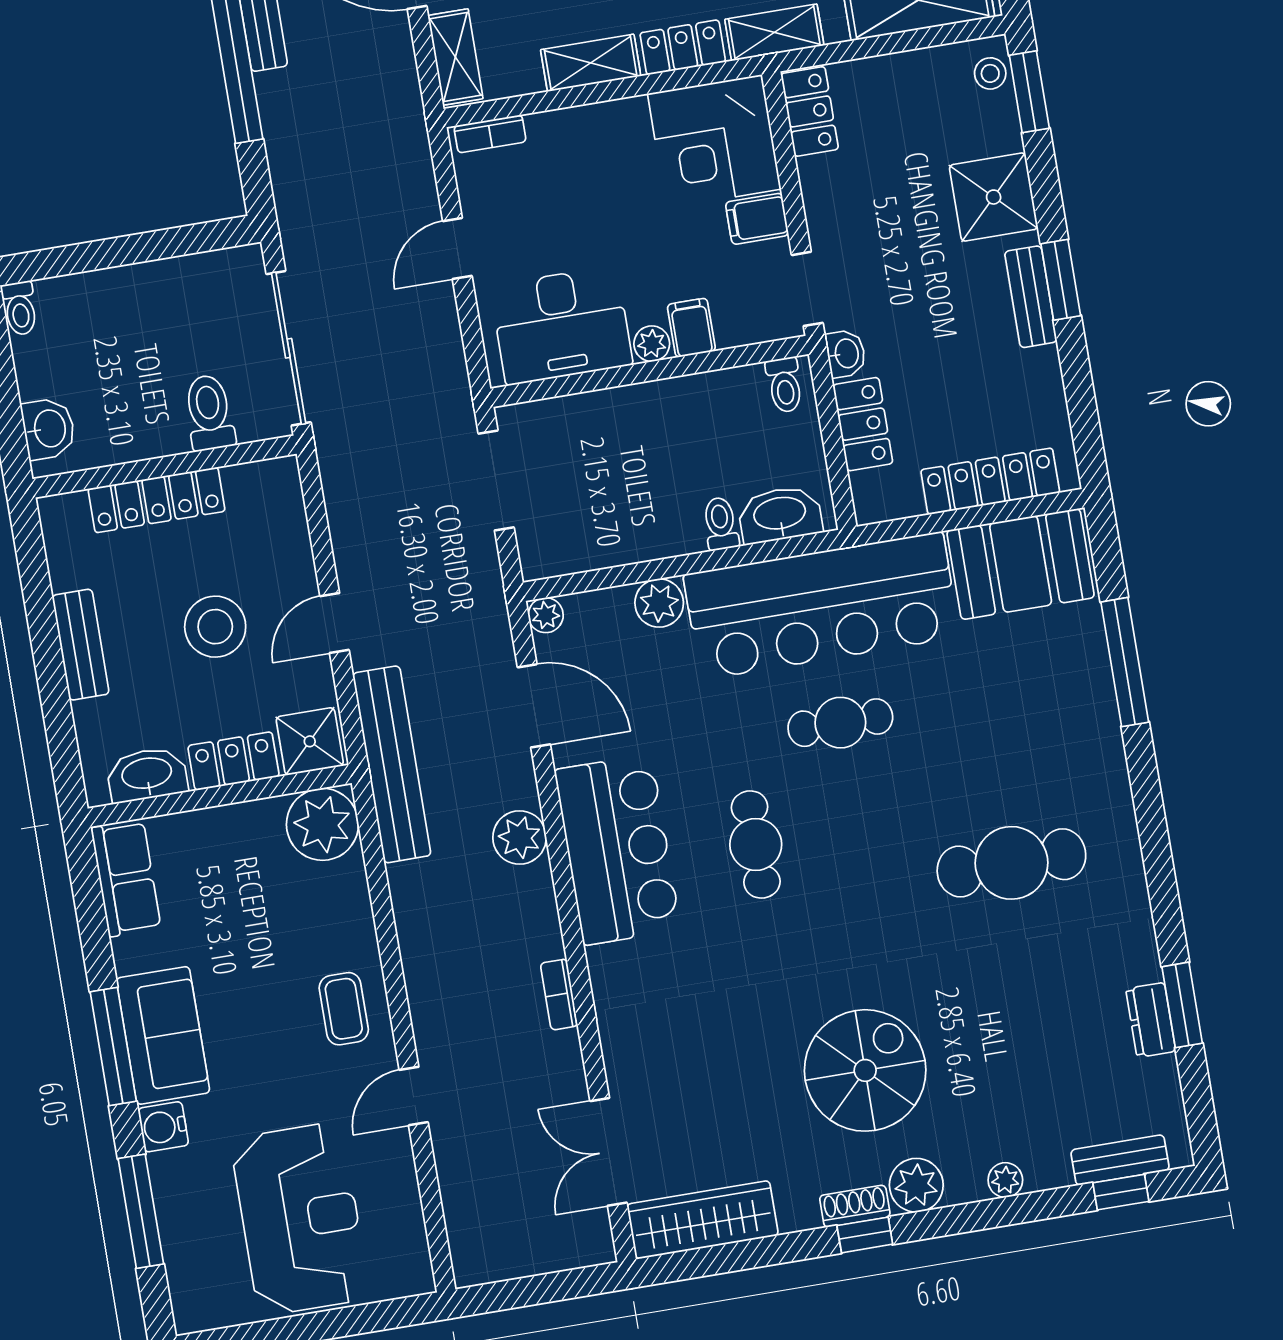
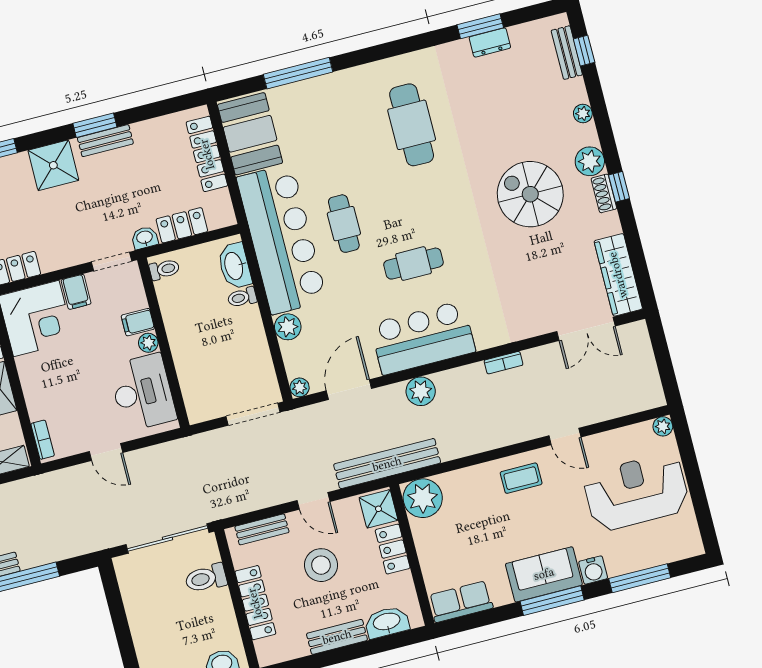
doorway: (496, 481) -> (253, 414), moved
bench: (290, 523) -> (262, 529), added
washbasin: (147, 775) -> (387, 622), moved, turned 90
plant: (417, 1278) -> (663, 426), added

